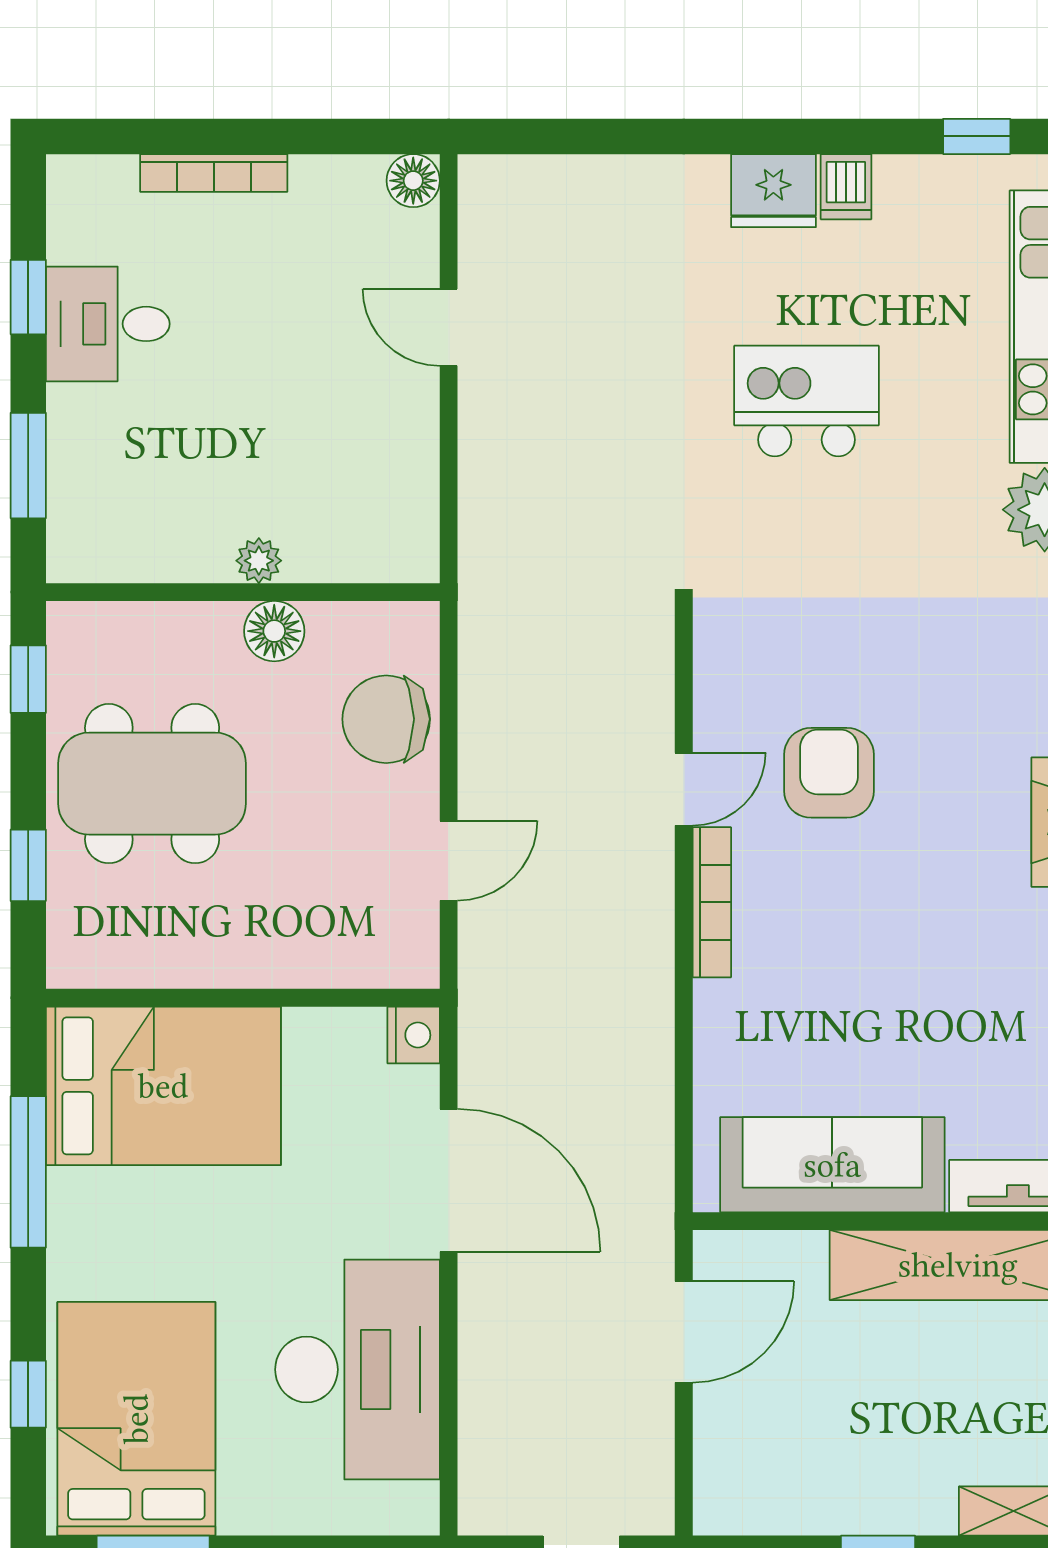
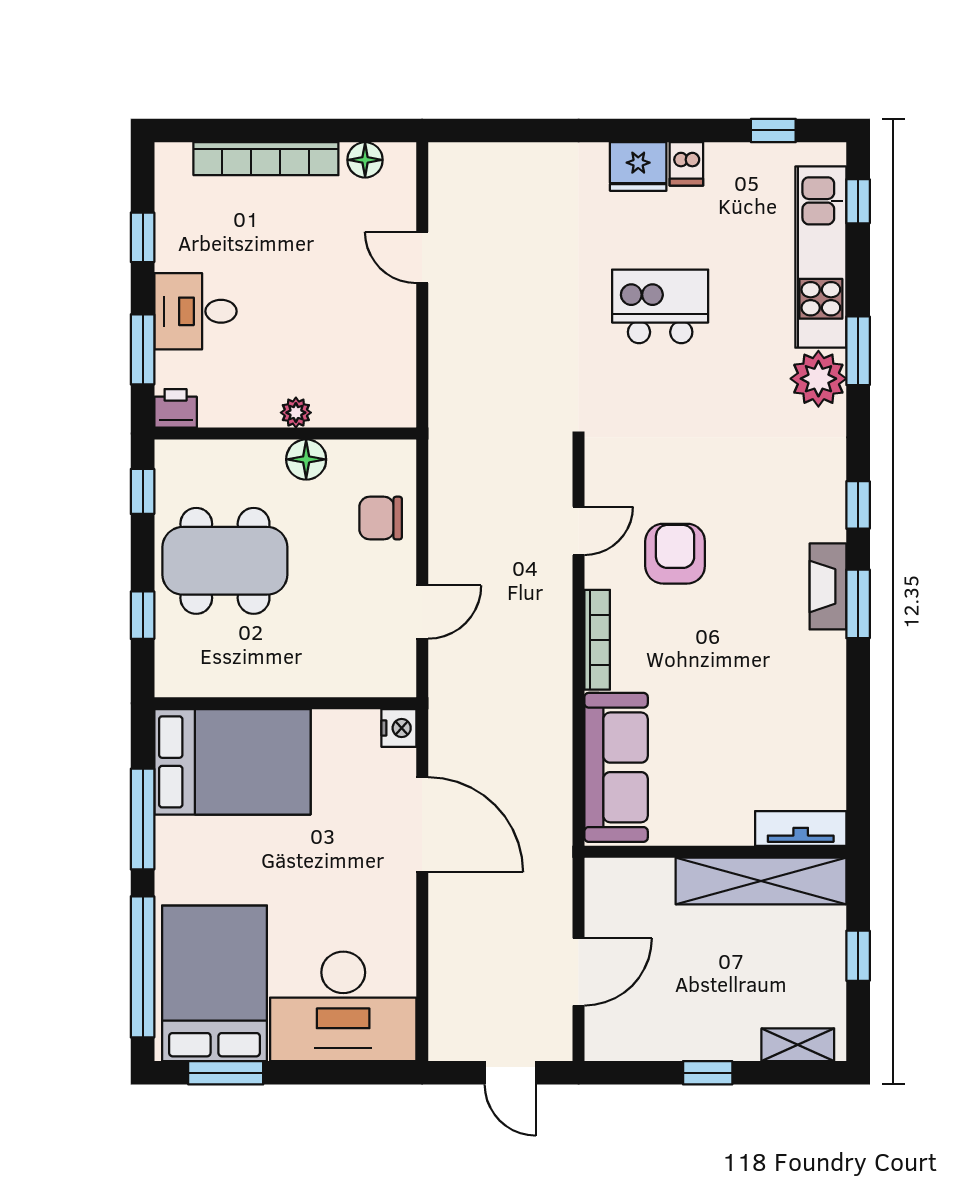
bookcase: (214, 173) -> (266, 159), width x1.48, depth x1.31
floor lamp: (413, 181) -> (365, 160), moved
desk: (108, 324) -> (195, 311), moved
printer: (78, 554) -> (176, 408), added
chair: (386, 719) -> (381, 518), width x0.73, depth x0.73
door: (684, 789) -> (579, 531), moved
sofa: (832, 1165) -> (616, 767), moved, turned 90
door: (684, 1332) -> (579, 972), moved
desk: (358, 1370) -> (343, 1006), moved, turned 90
window: (28, 1394) -> (143, 967), width x3.17

